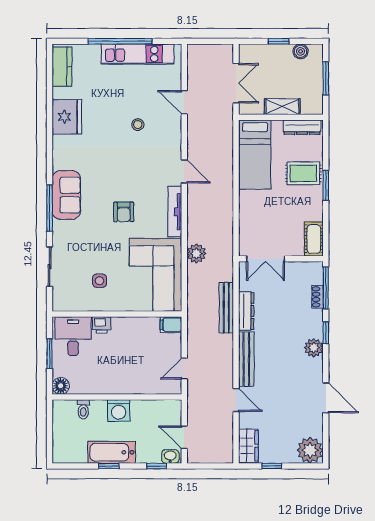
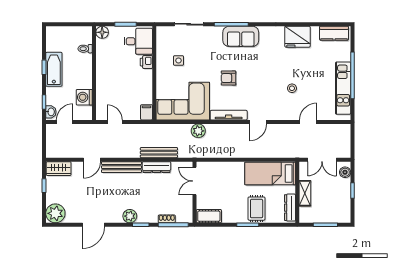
boiler: (300, 51) -> (345, 172), moved
washing machine: (119, 411) -> (84, 97), moved

